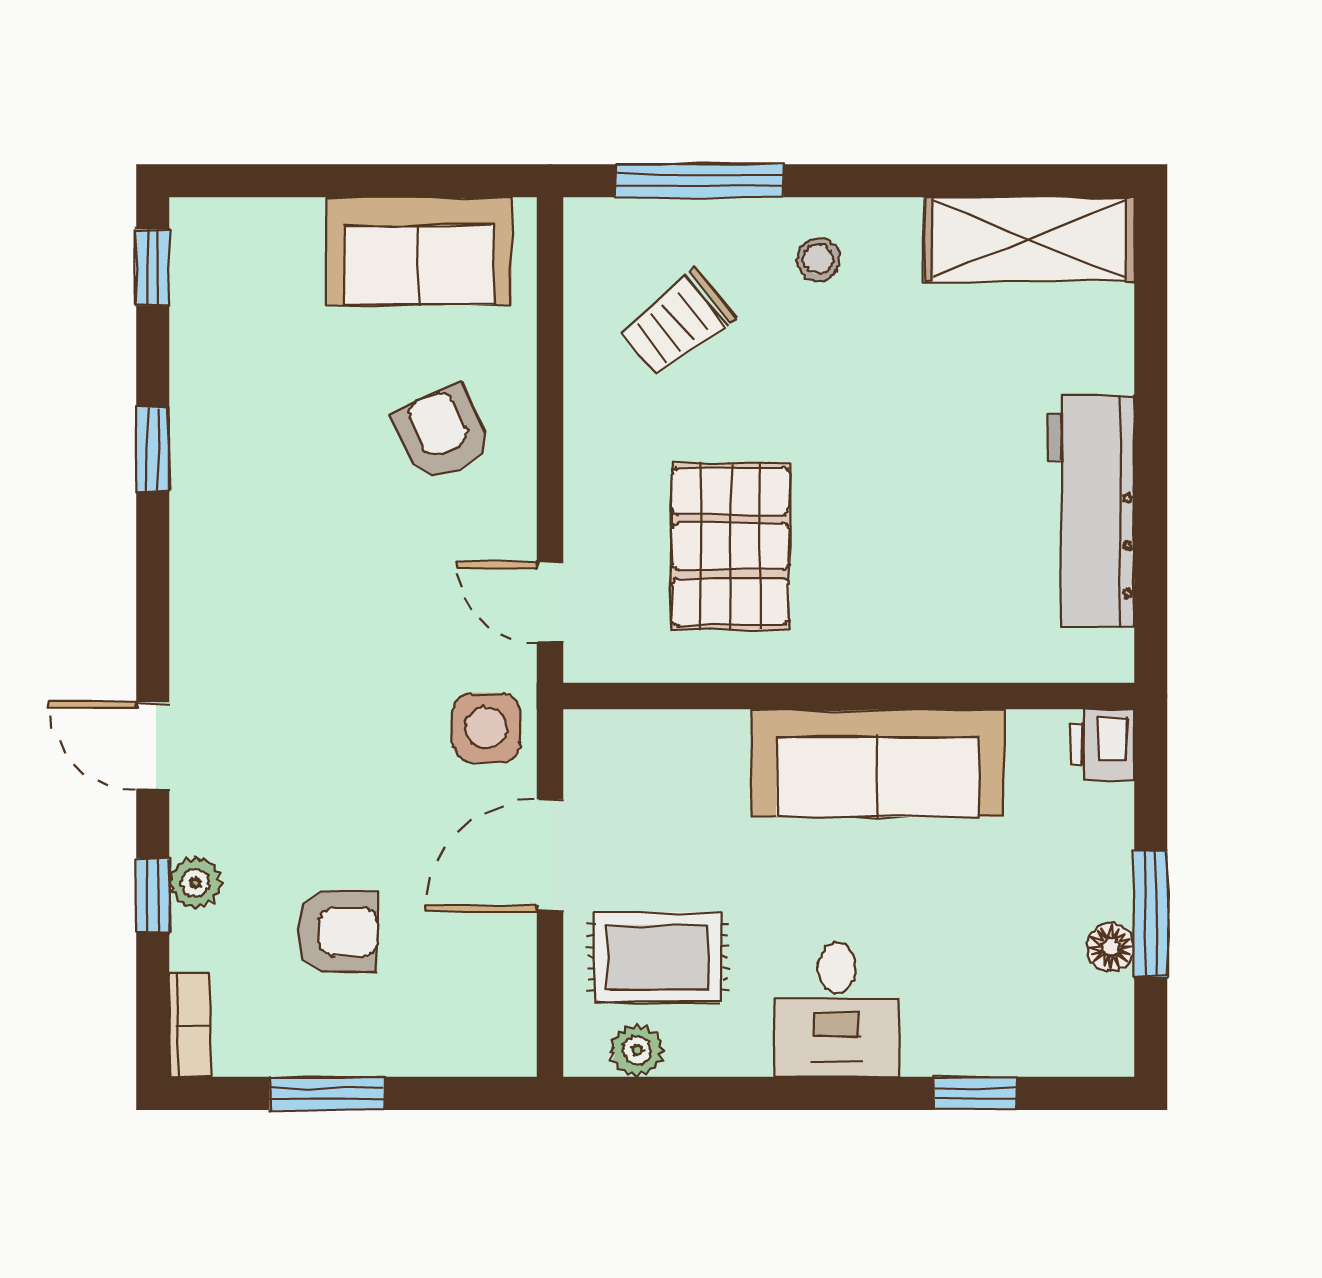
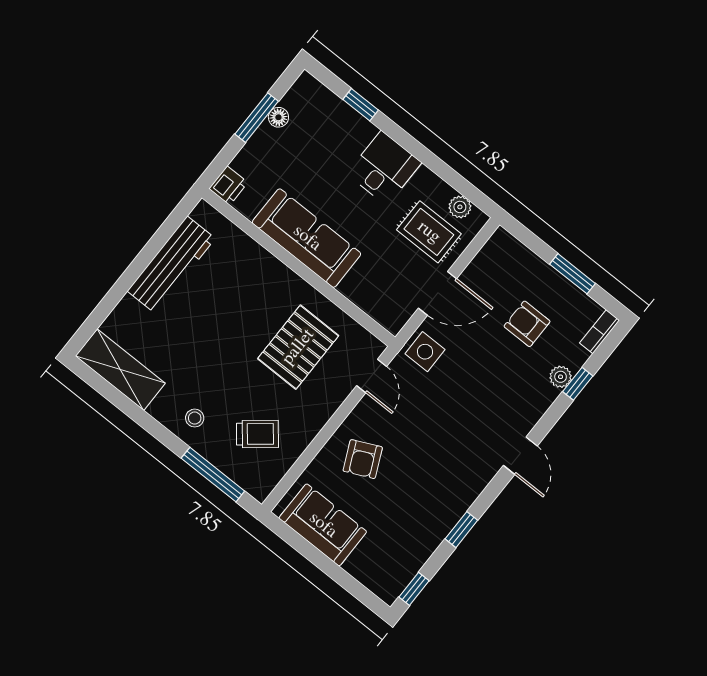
door: (153, 746) -> (520, 456), moved

